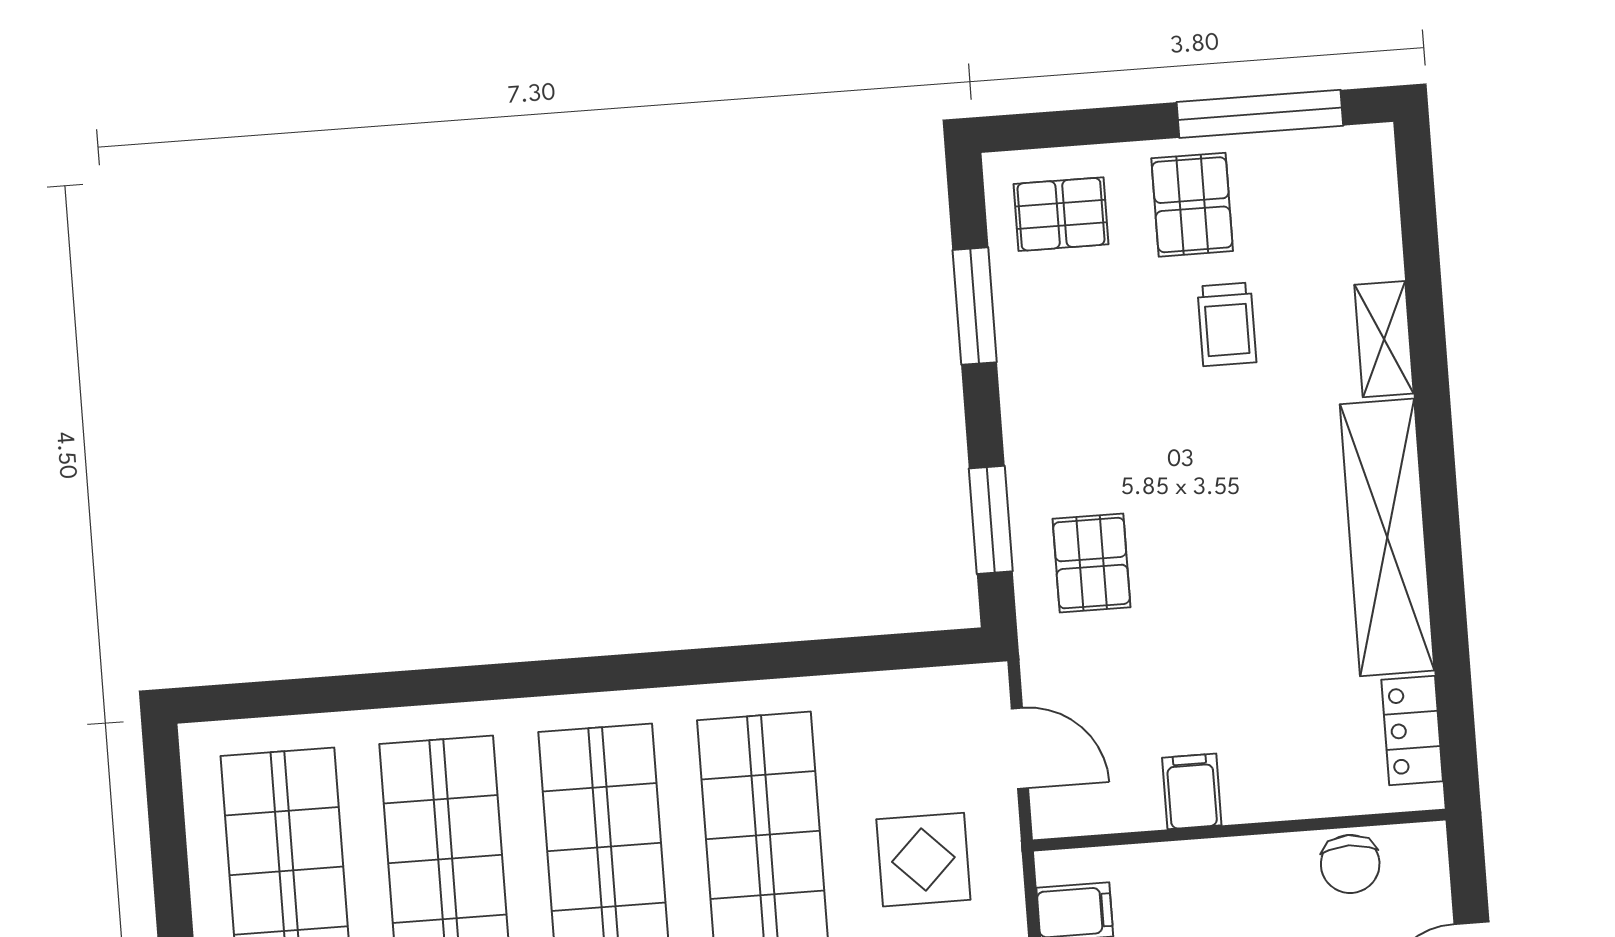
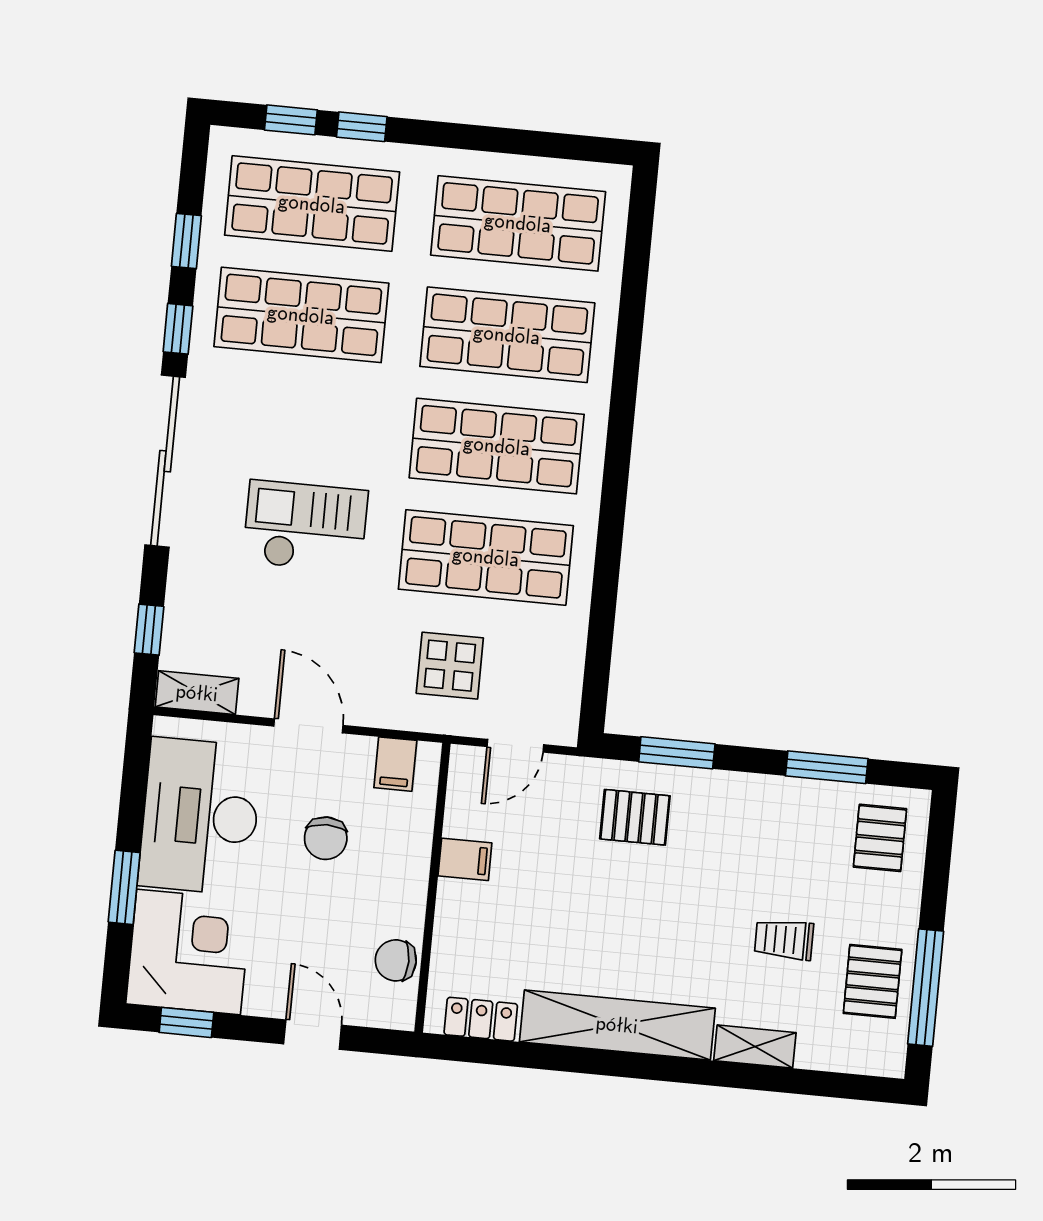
pallet: (1192, 205) -> (873, 981), moved, turned 90

